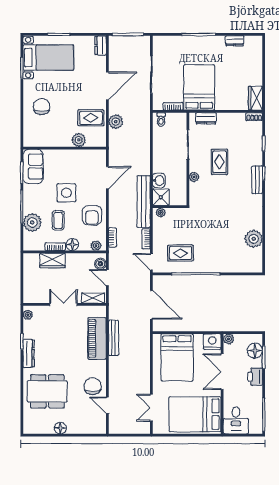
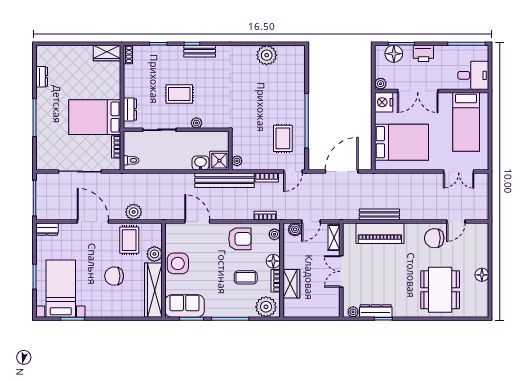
chair: (42, 107) -> (114, 276), moved
wardrobe: (47, 139) -> (153, 290), added
side table: (66, 193) -> (178, 263), moved
plant: (32, 222) -> (266, 307), moved
dresser: (29, 353) -> (376, 311), moved
bed: (195, 414) -> (466, 122), width x0.67

